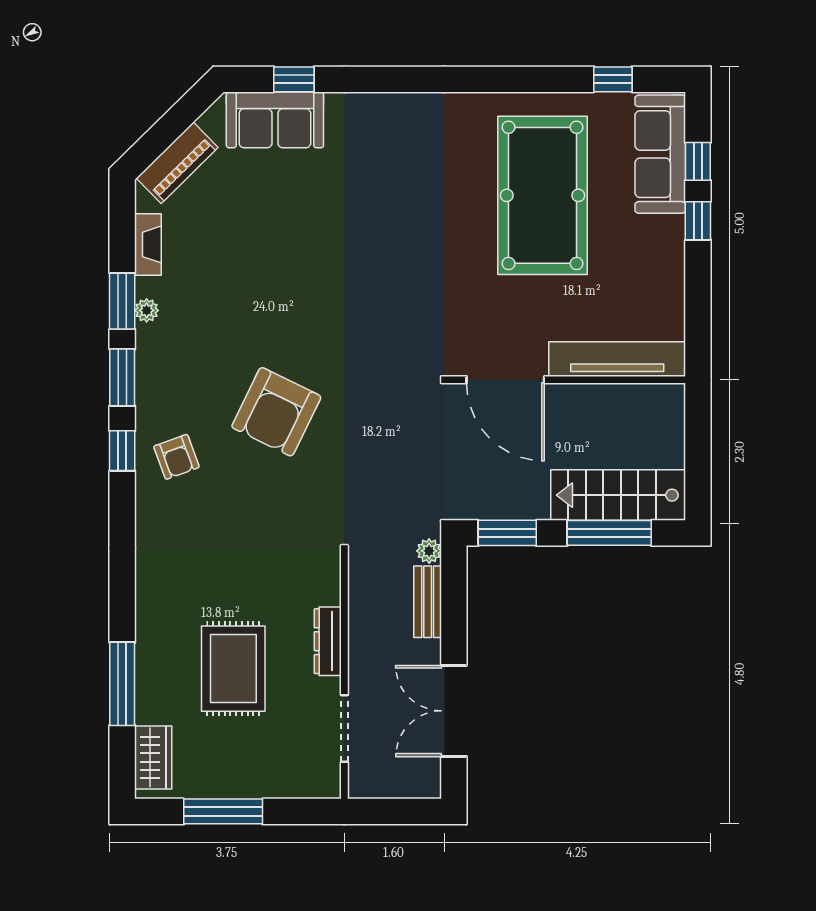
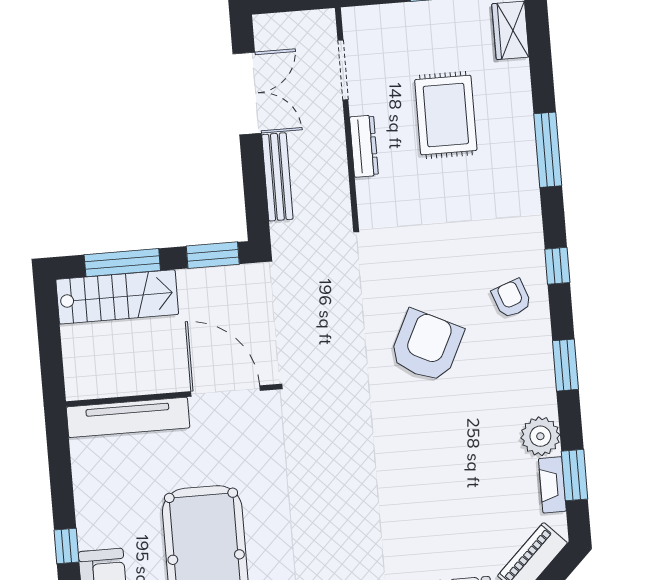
window: (122, 301) -> (575, 475), moved
plant: (147, 310) -> (540, 436), width x1.88, depth x1.88
window: (122, 451) -> (557, 266), moved
plant: (429, 551) -> (281, 234), removed
bench: (428, 602) -> (277, 177), width x1.36
window: (122, 684) -> (548, 150), moved

